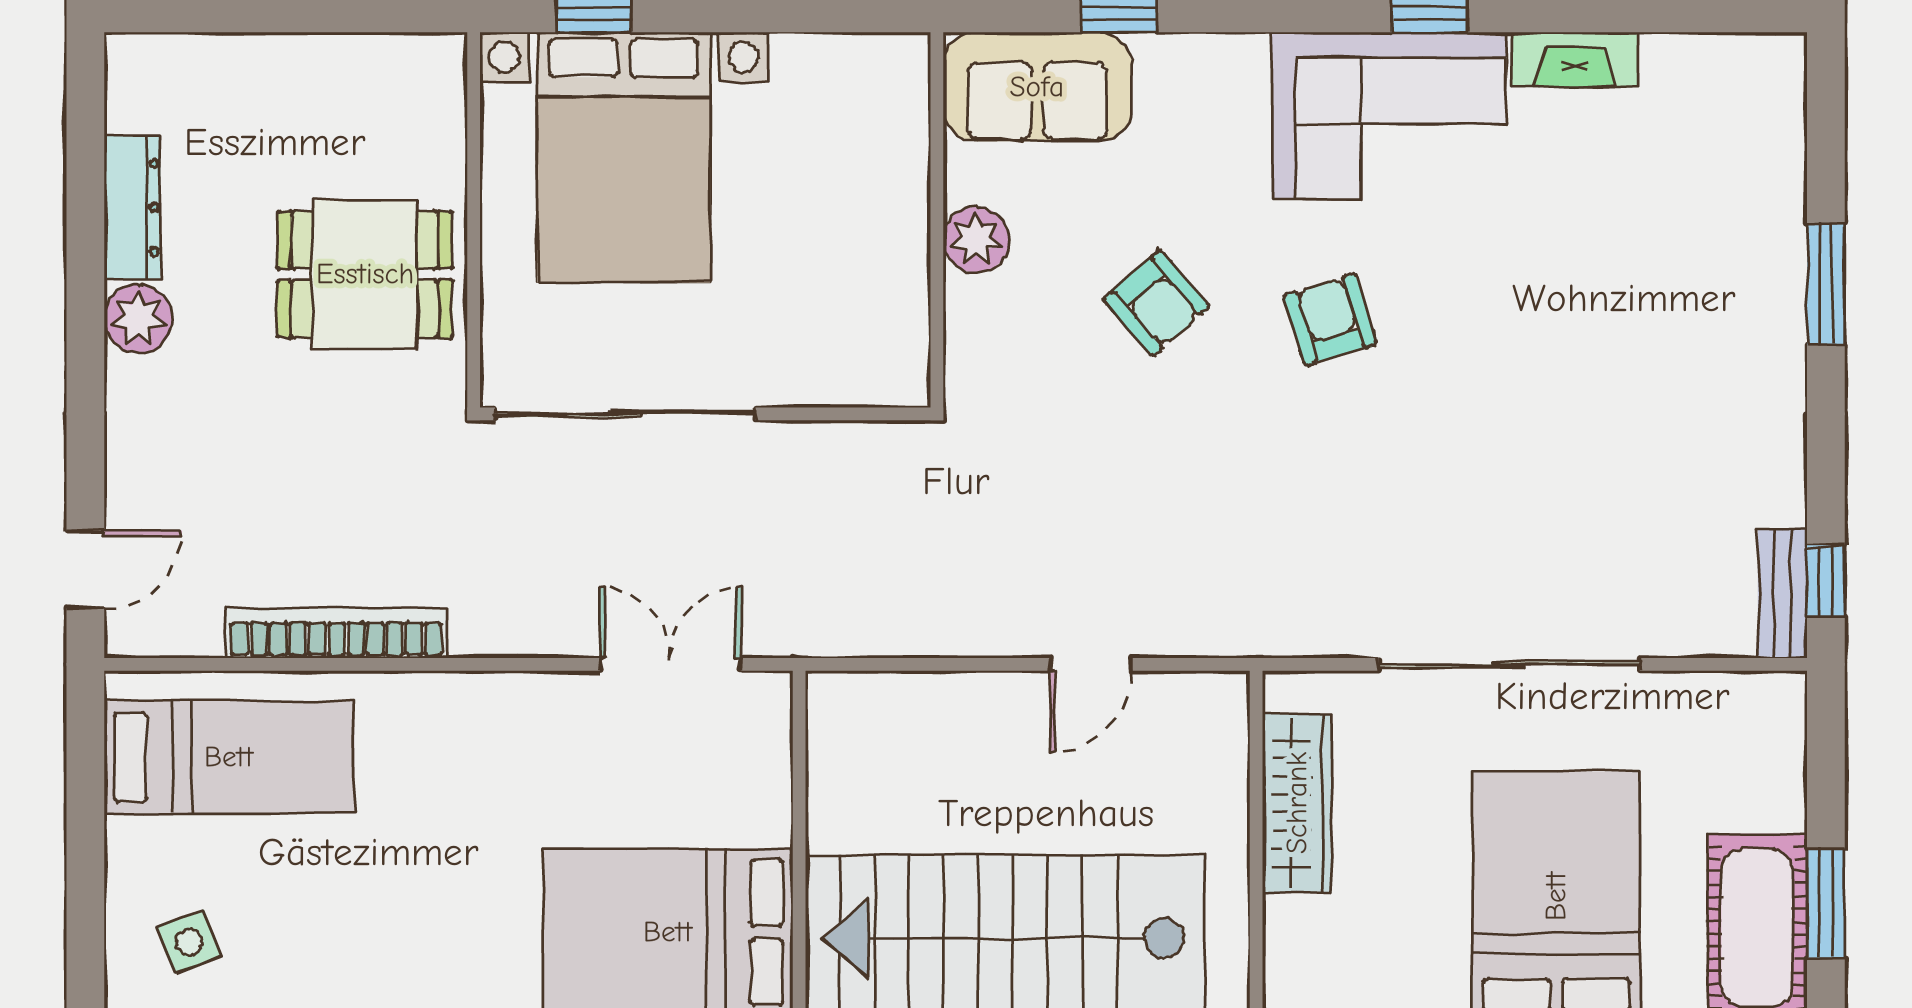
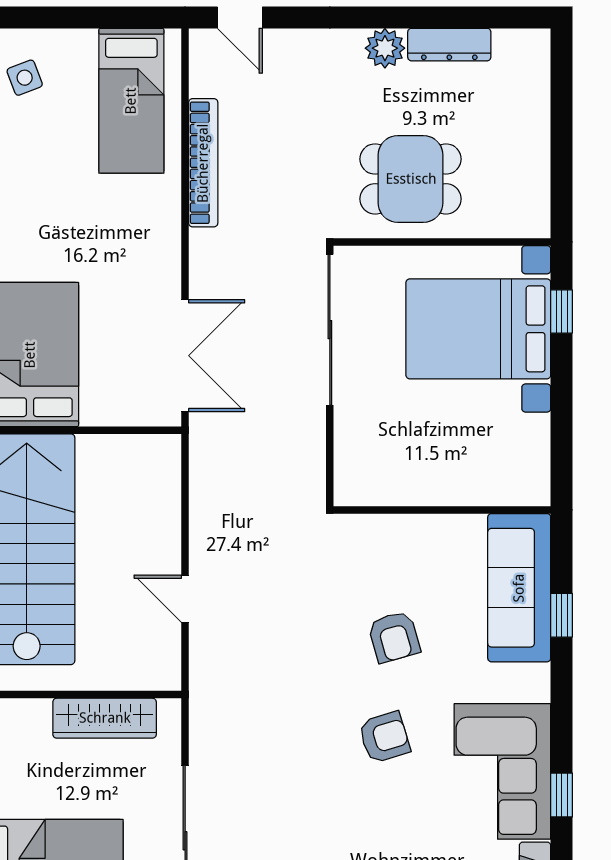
sofa: (1037, 87) -> (519, 588), width x1.36
plant: (976, 240) -> (431, 533), removed
dining table: (365, 274) -> (411, 179), turned 90
armchair: (1156, 303) -> (394, 637), turned -65
double door: (670, 664) -> (185, 356), width x1.37

